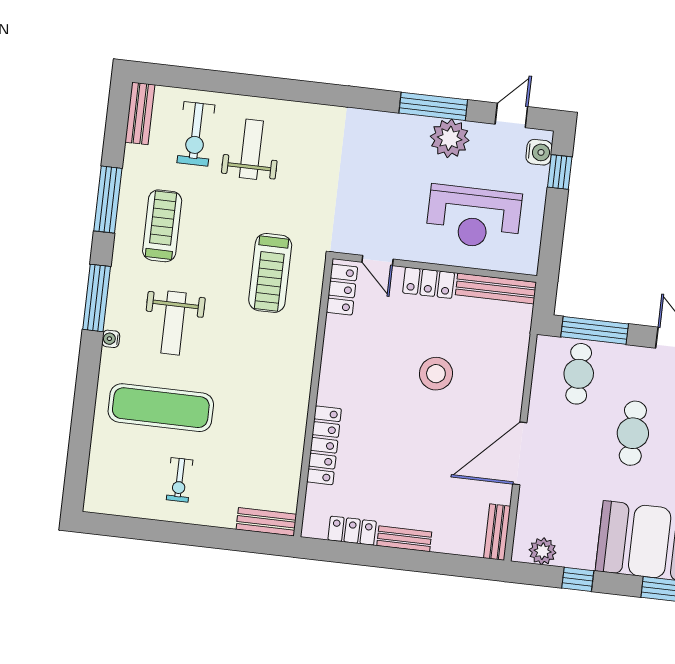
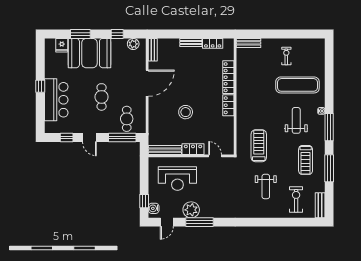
weight bench: (251, 149) -> (266, 186), moved
reception desk: (474, 217) -> (177, 178), turned 180
locker: (342, 290) -> (228, 105), moved

